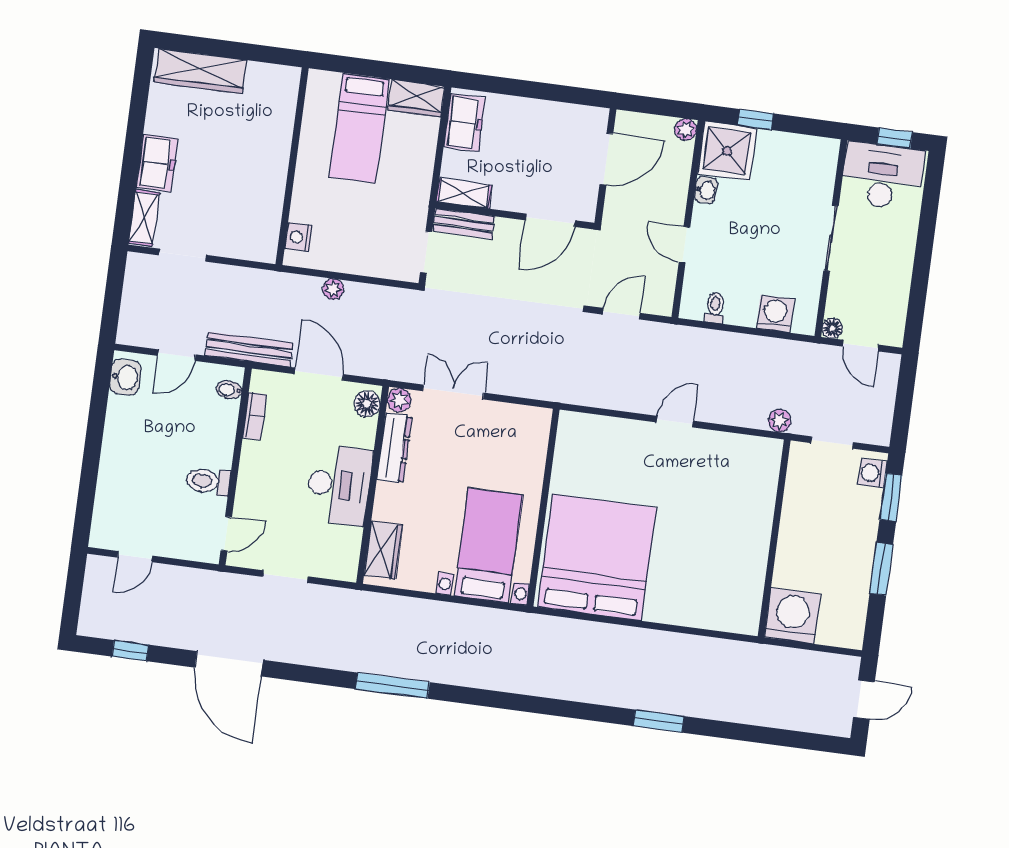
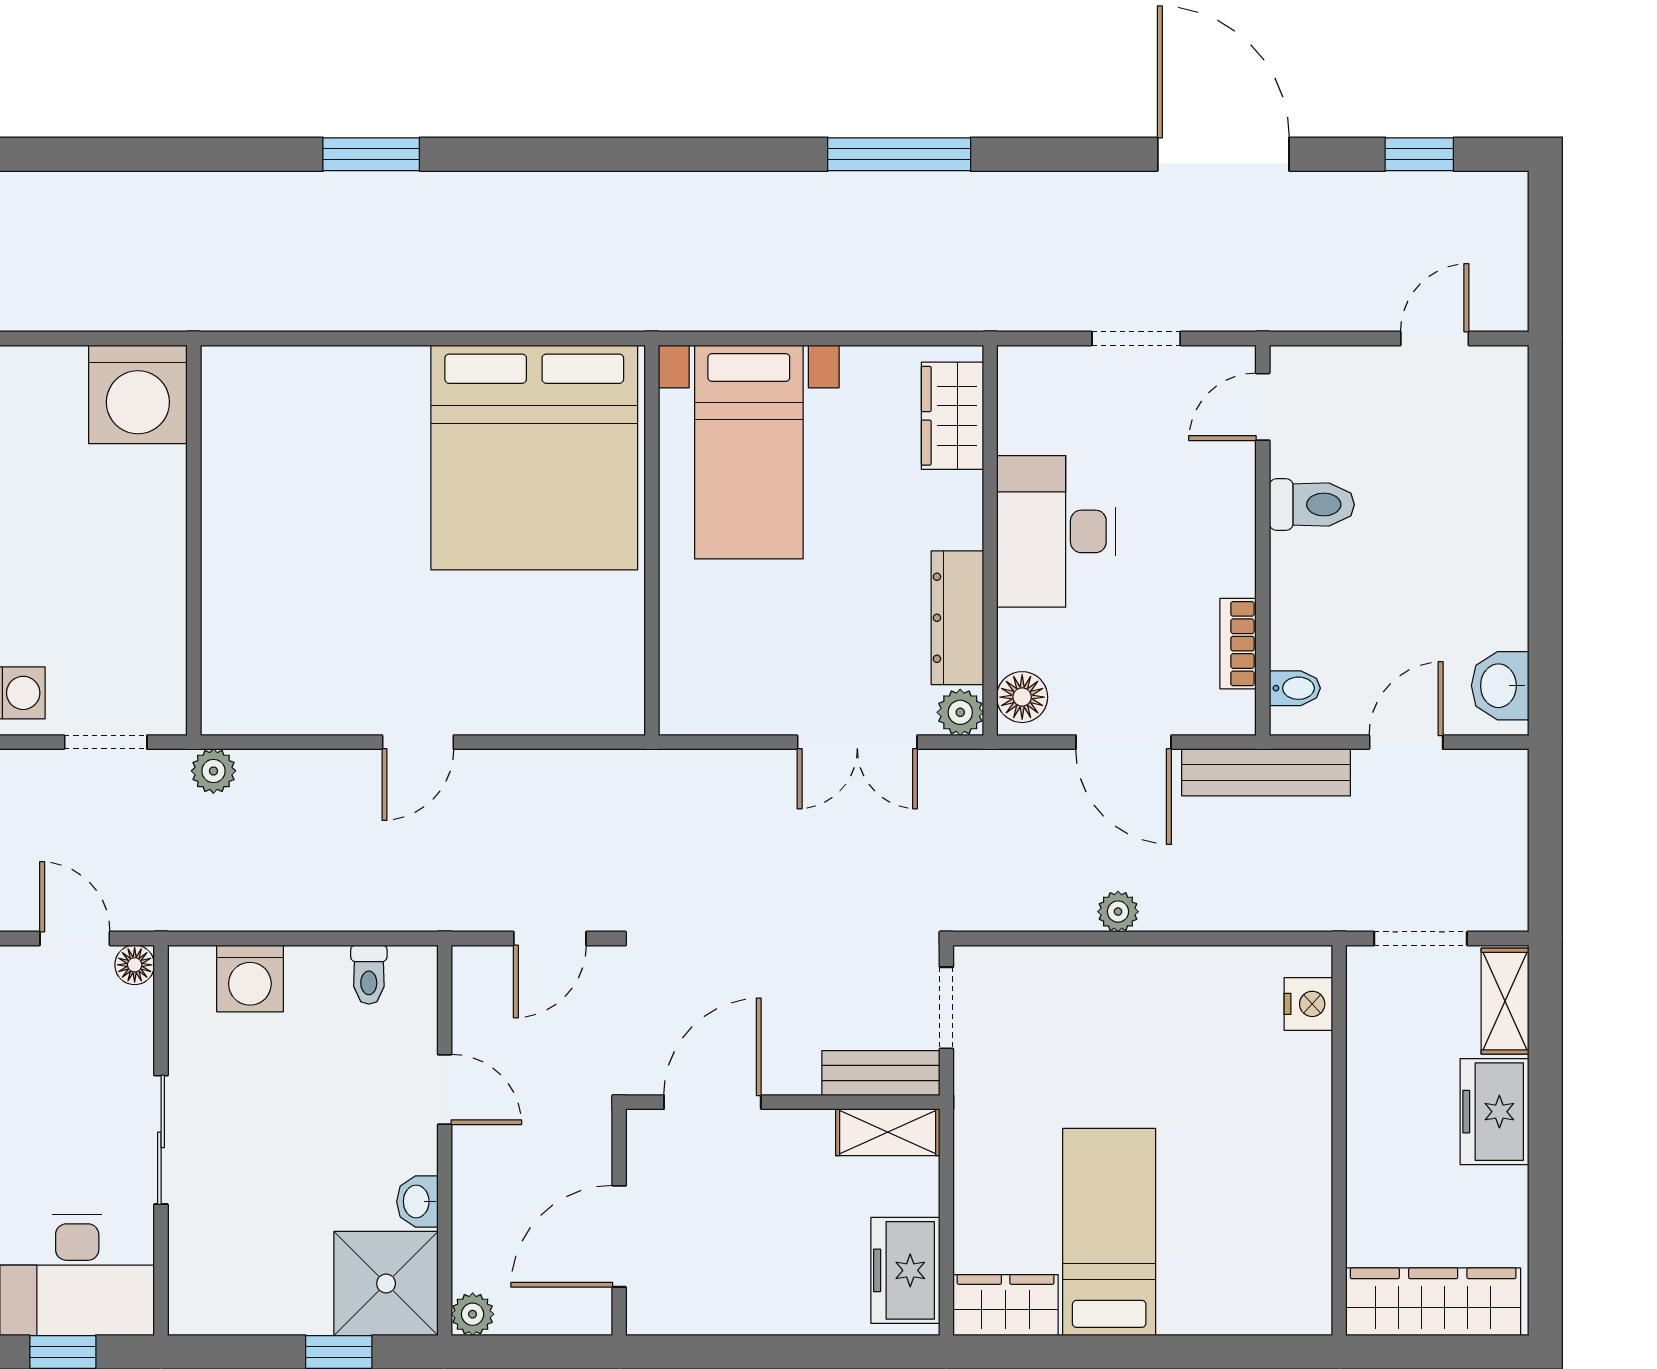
wall: (292, 166) -> (1339, 1140), moved
nightstand: (298, 237) -> (1308, 1004), moved

